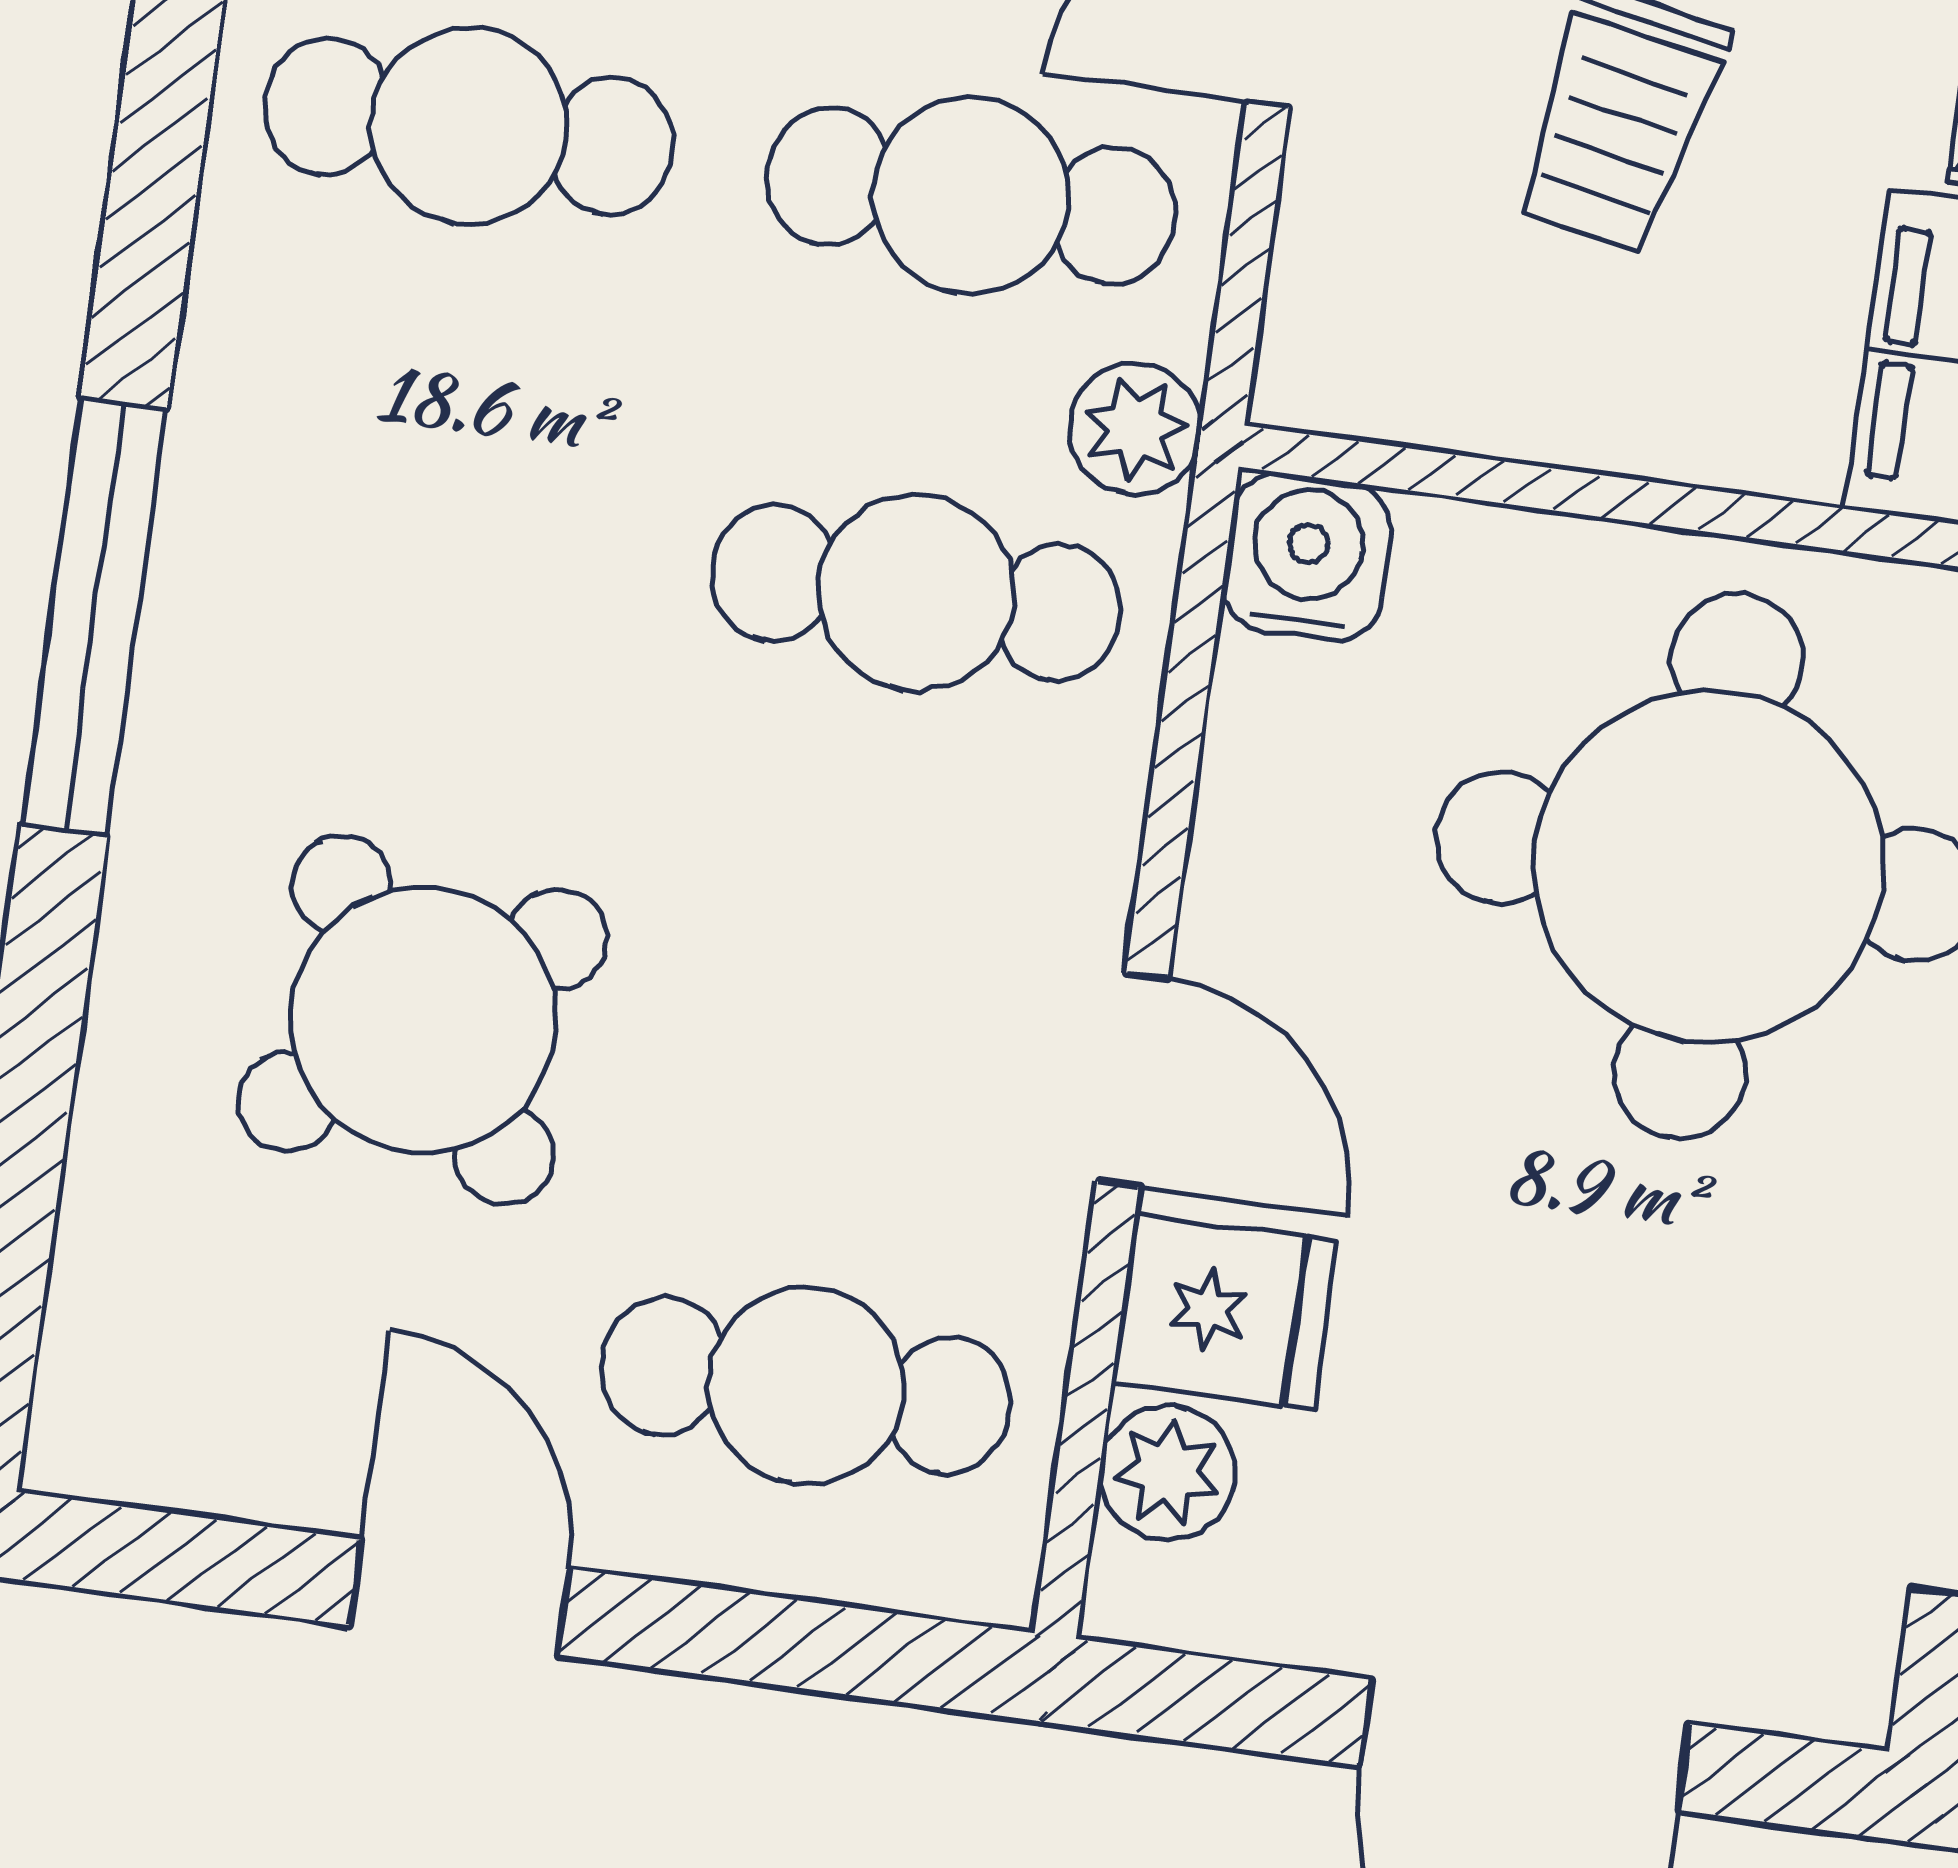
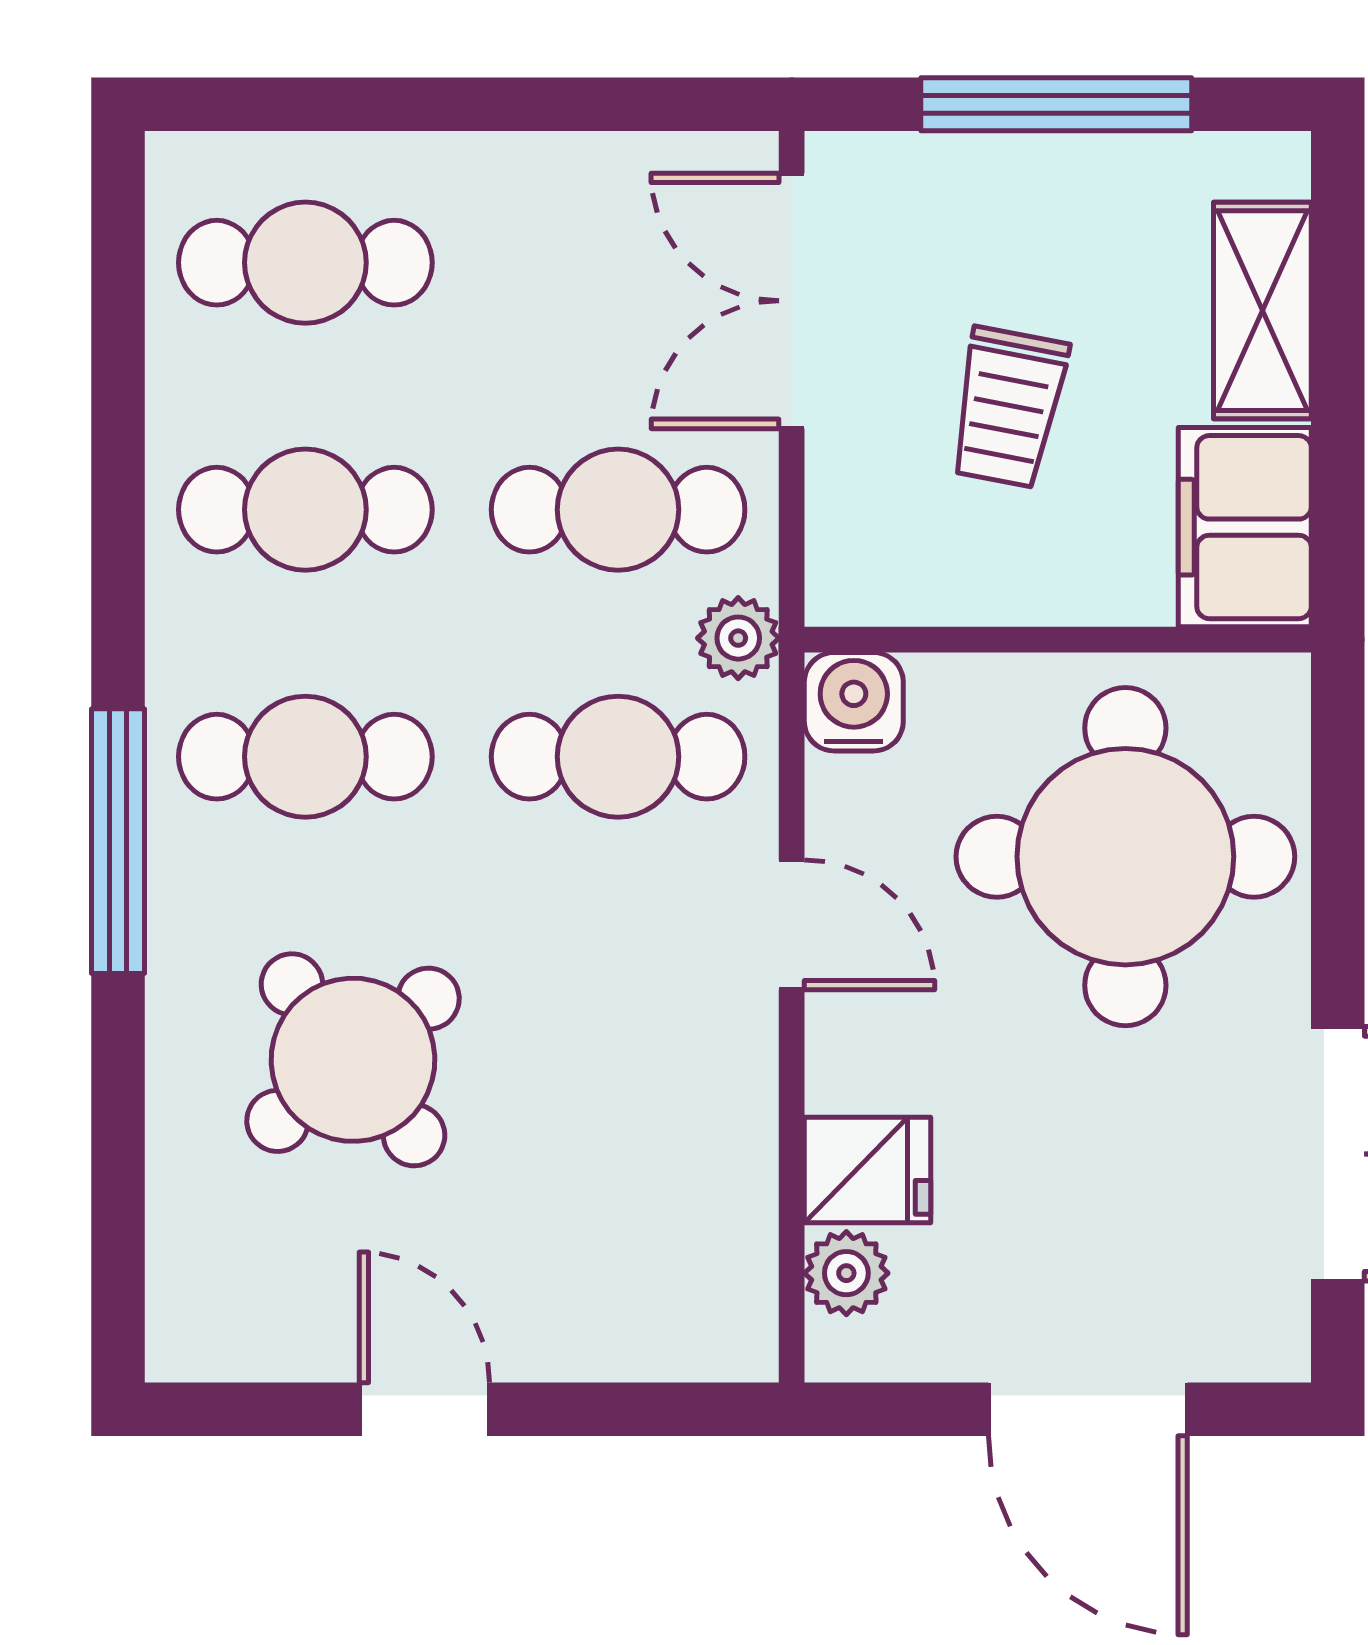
door: (1132, 1080) -> (792, 925), moved
cafe table: (806, 1386) -> (305, 757), moved

